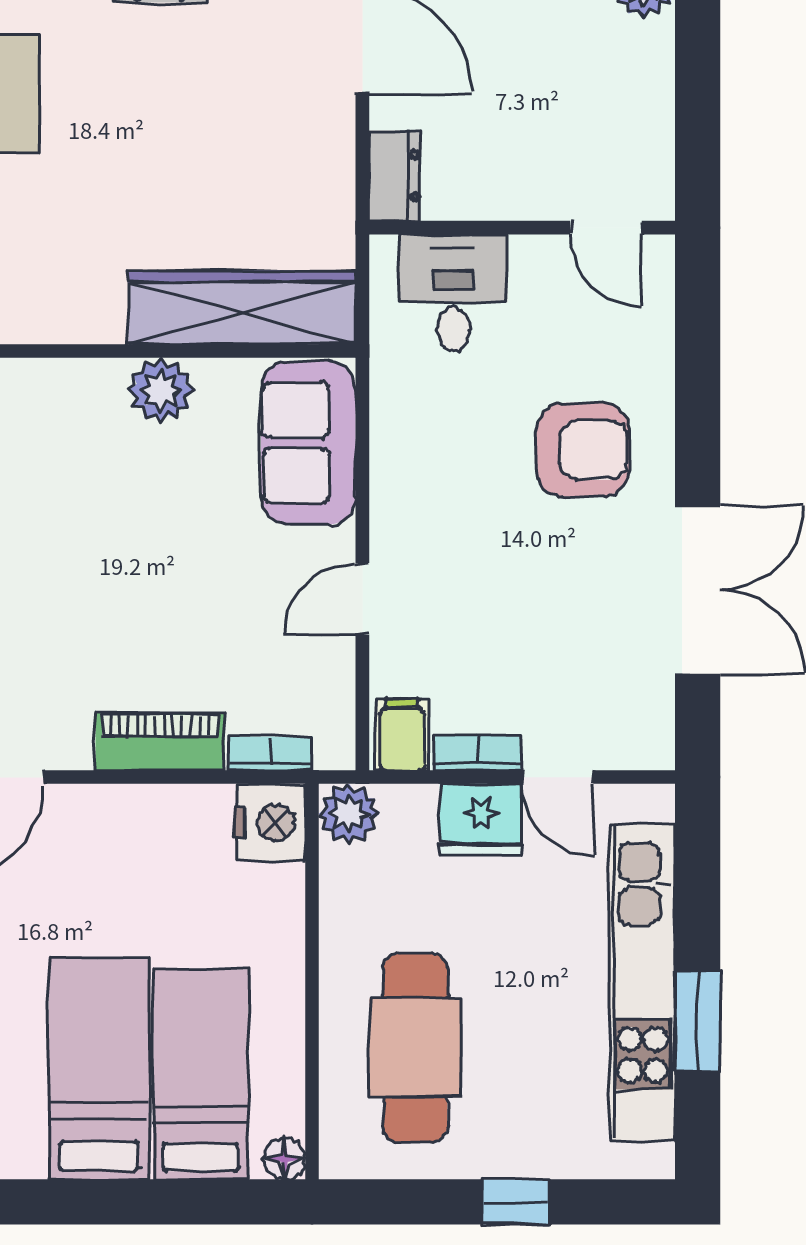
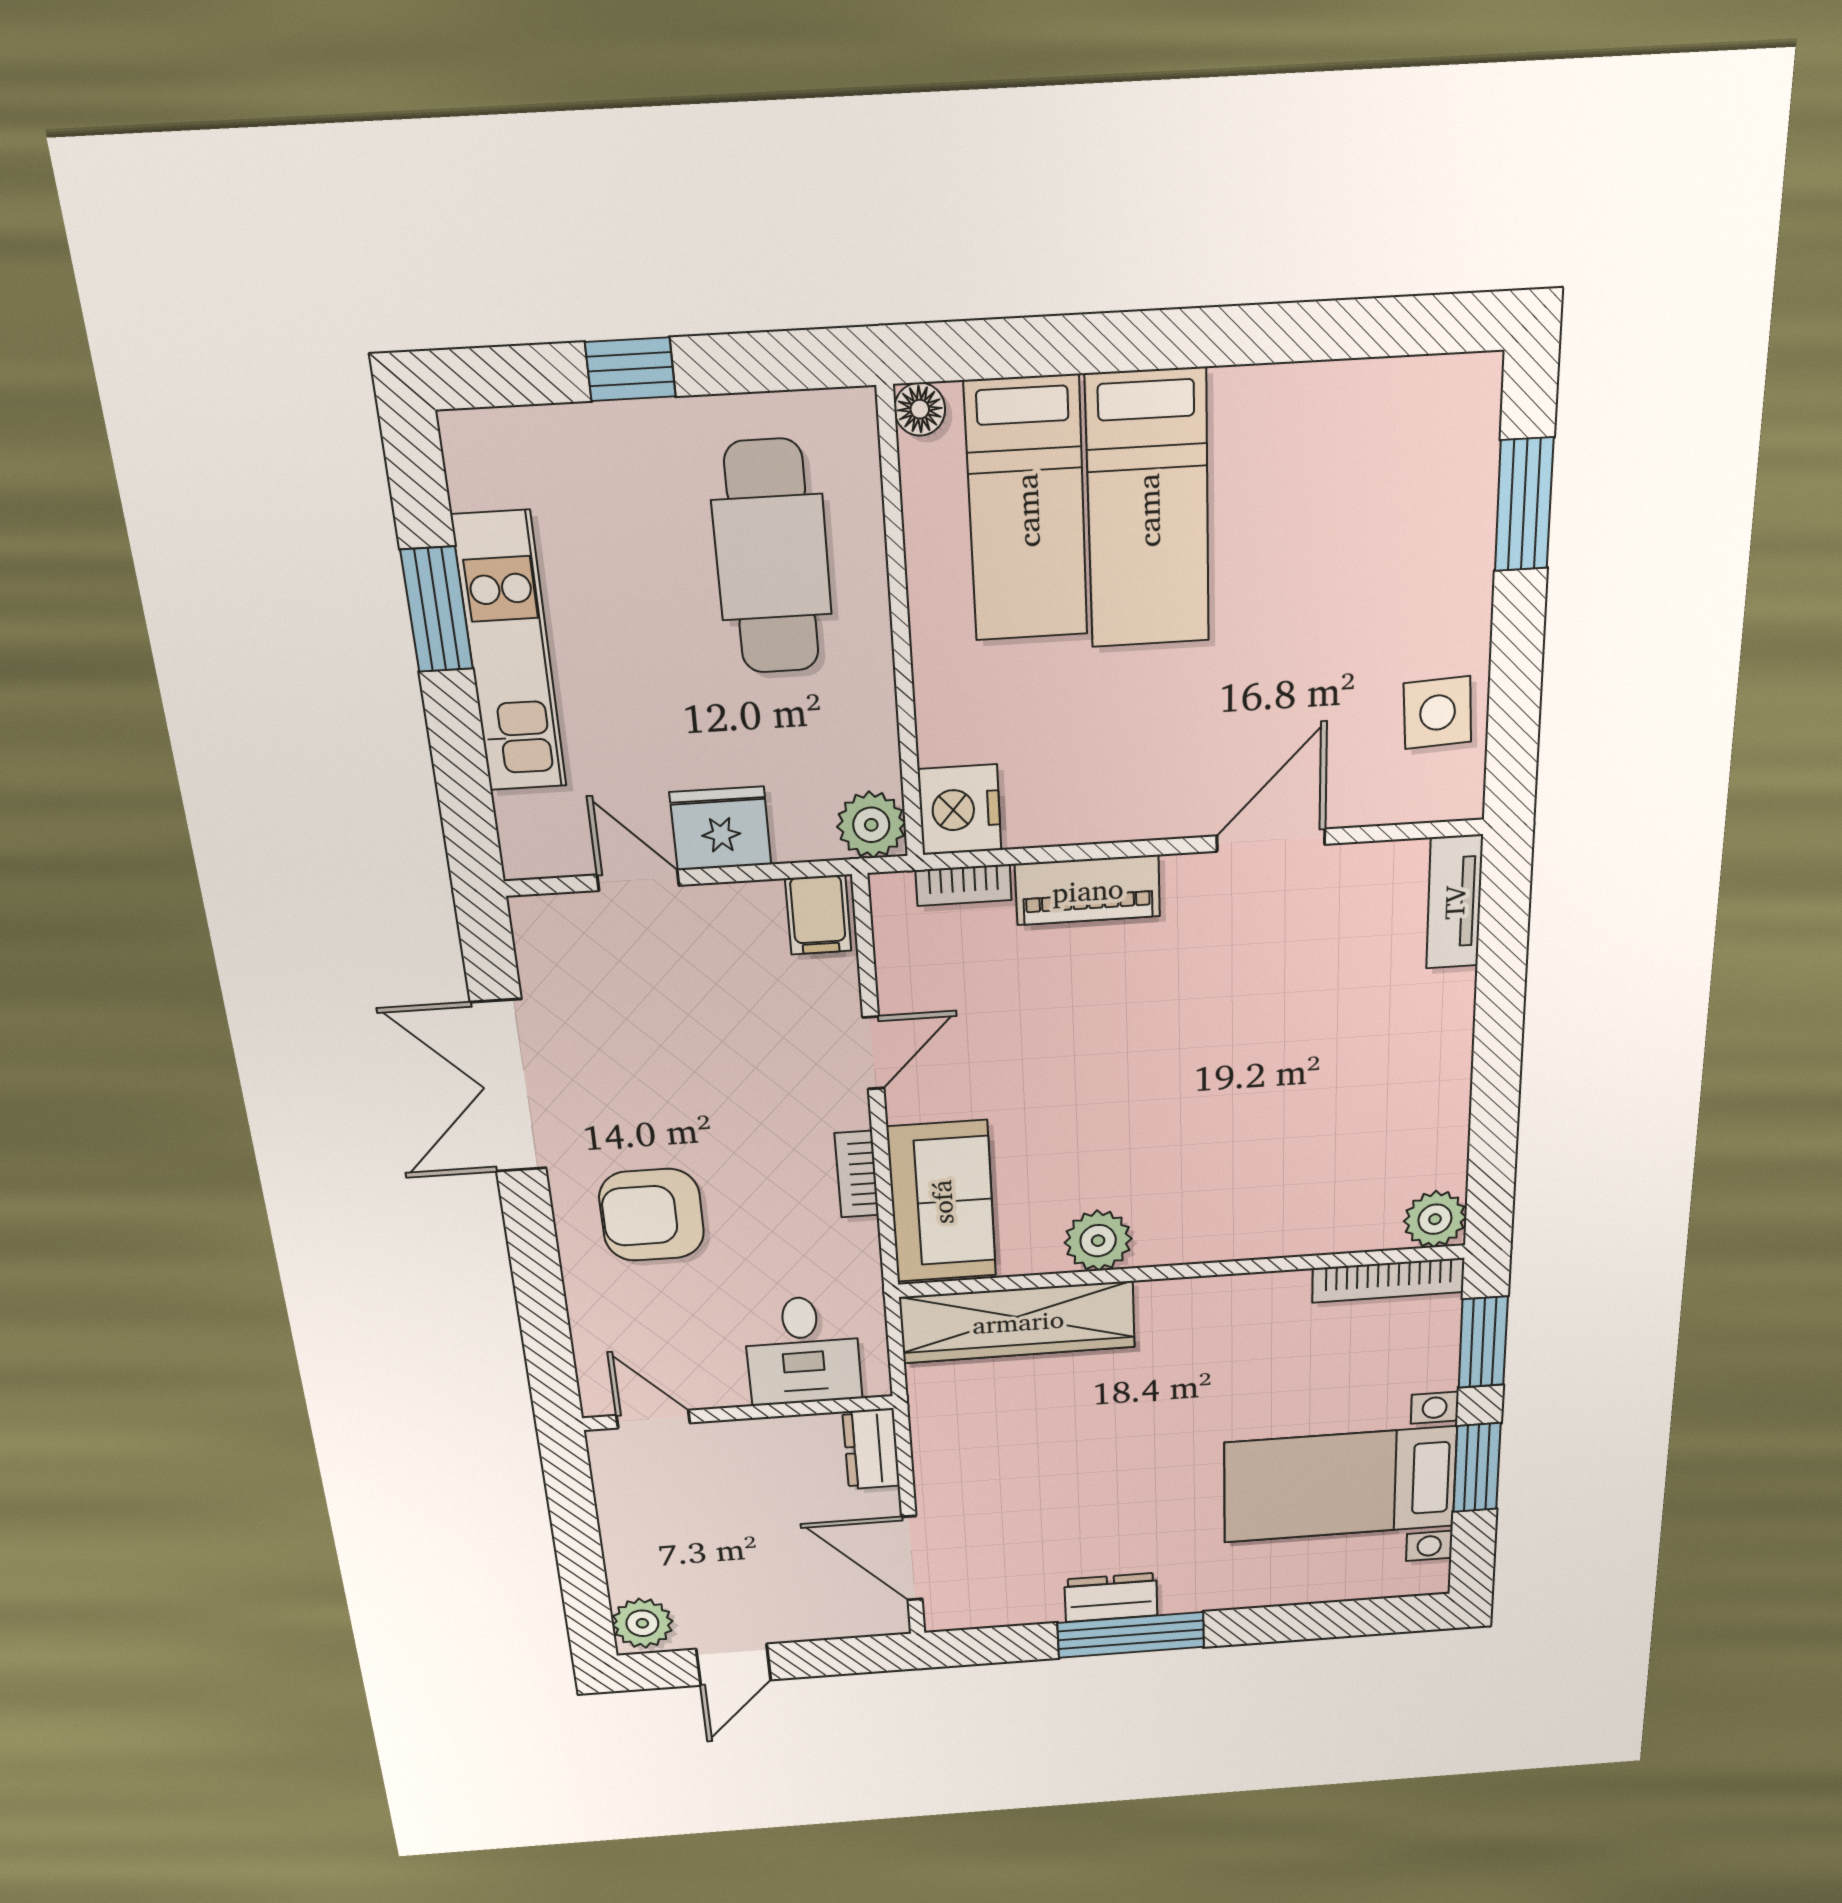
bookcase: (477, 753) -> (857, 1174), moved, turned 90
kitchen unit: (643, 982) -> (510, 653), width x0.73

